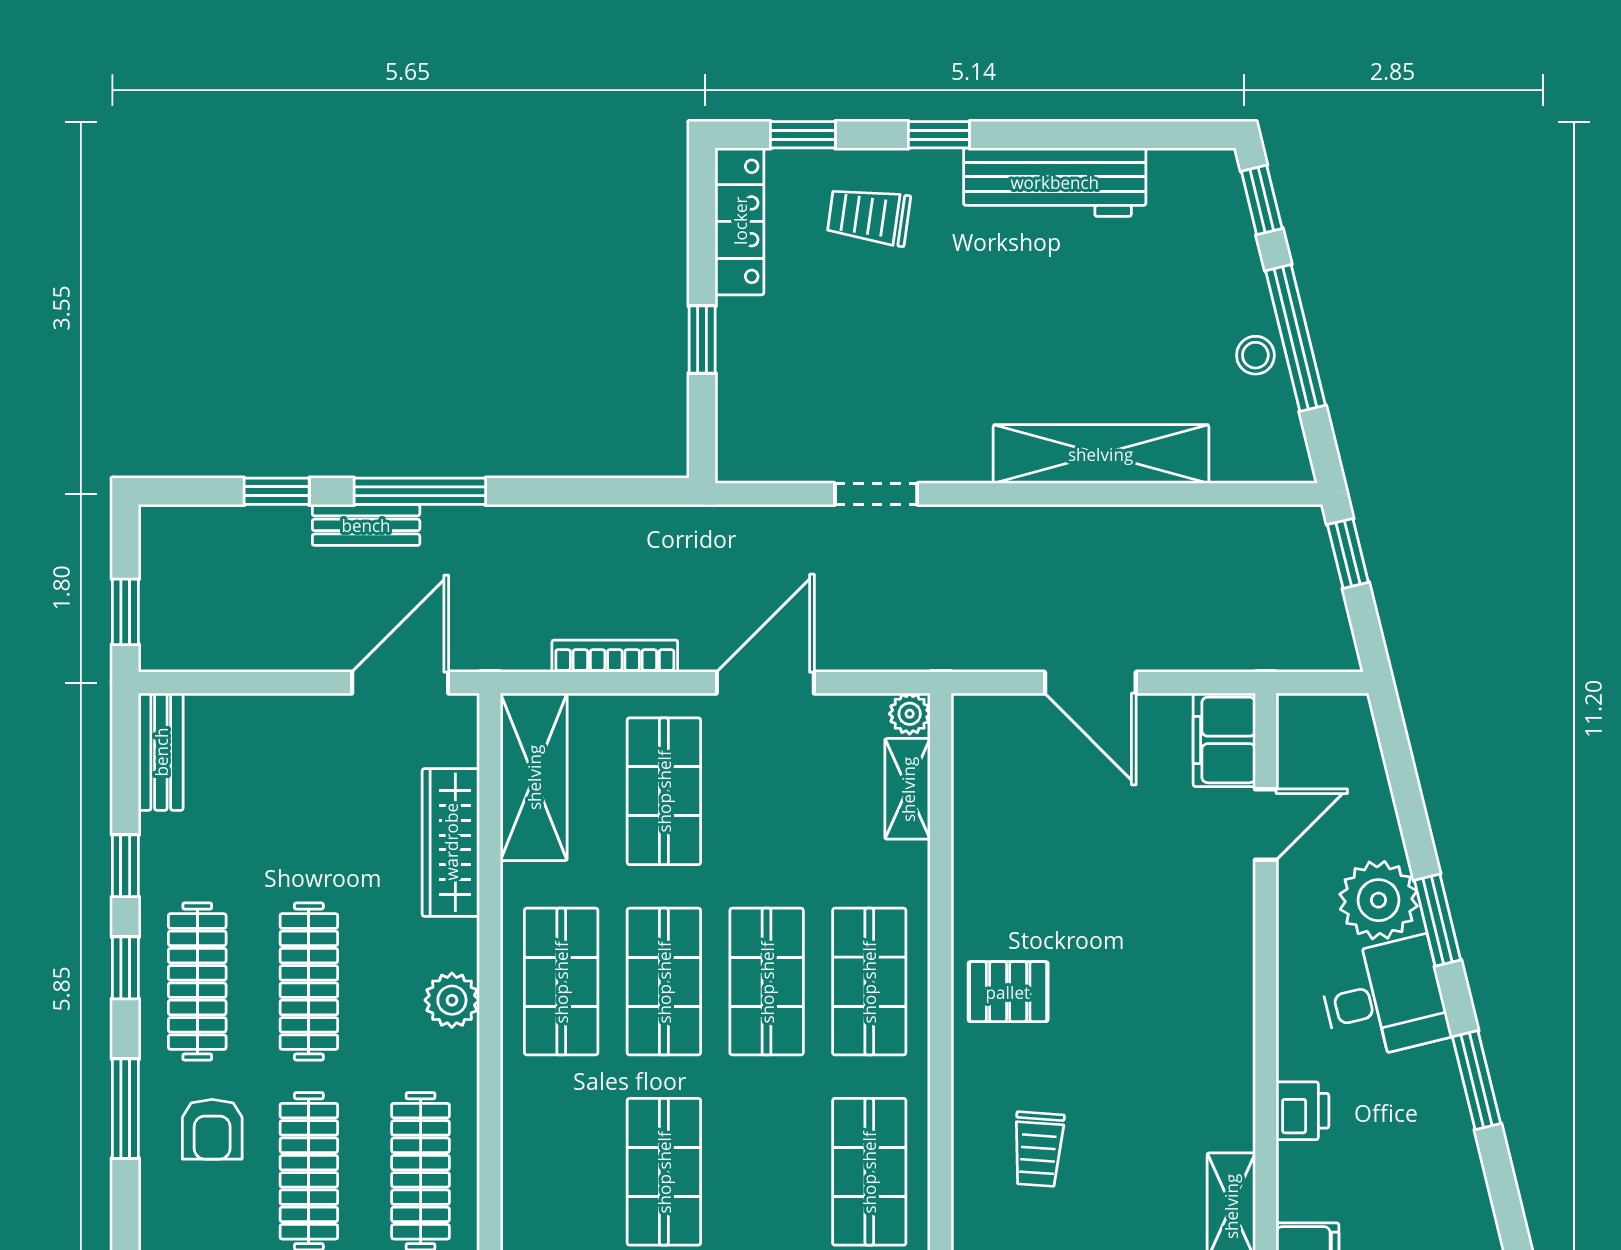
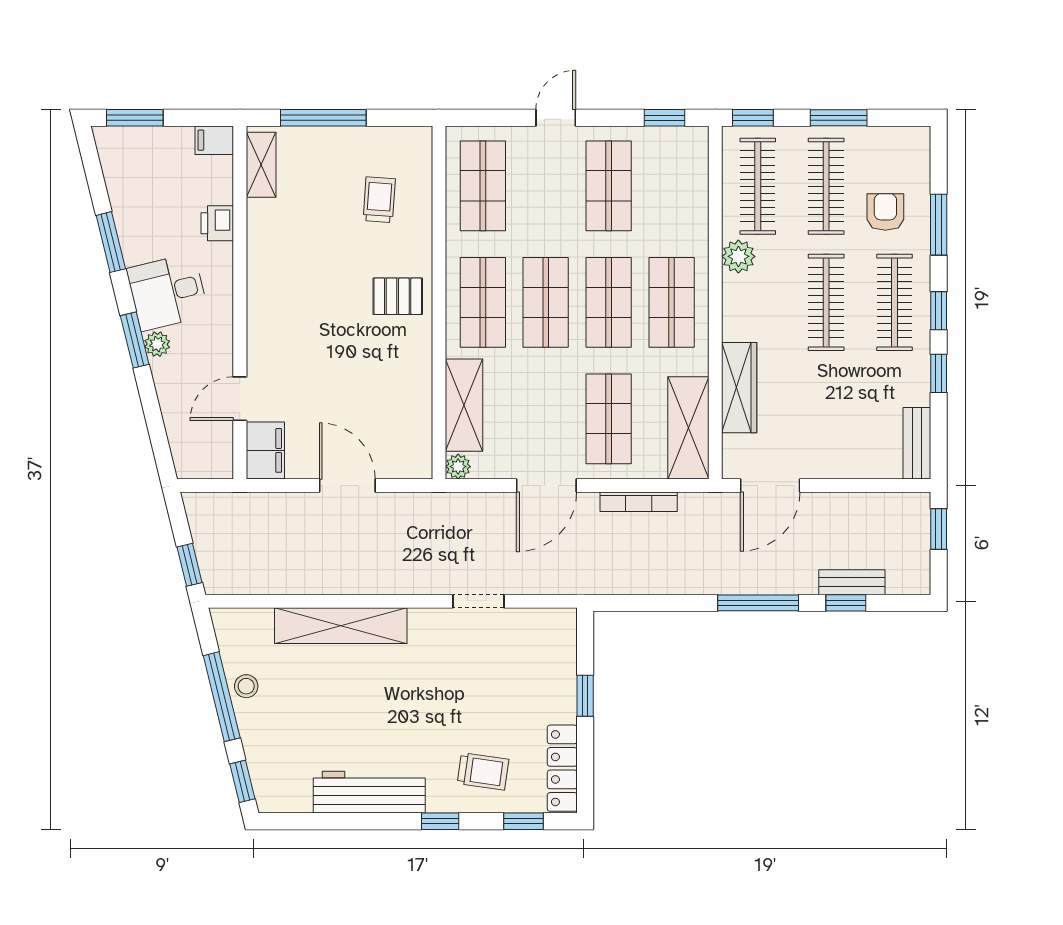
bench: (366, 525) -> (852, 582), moved
shelving: (908, 789) -> (464, 405), width x1.50, depth x1.33
plant: (1379, 900) -> (157, 344), width x0.53, depth x0.53
plant: (452, 1000) -> (738, 256), moved

